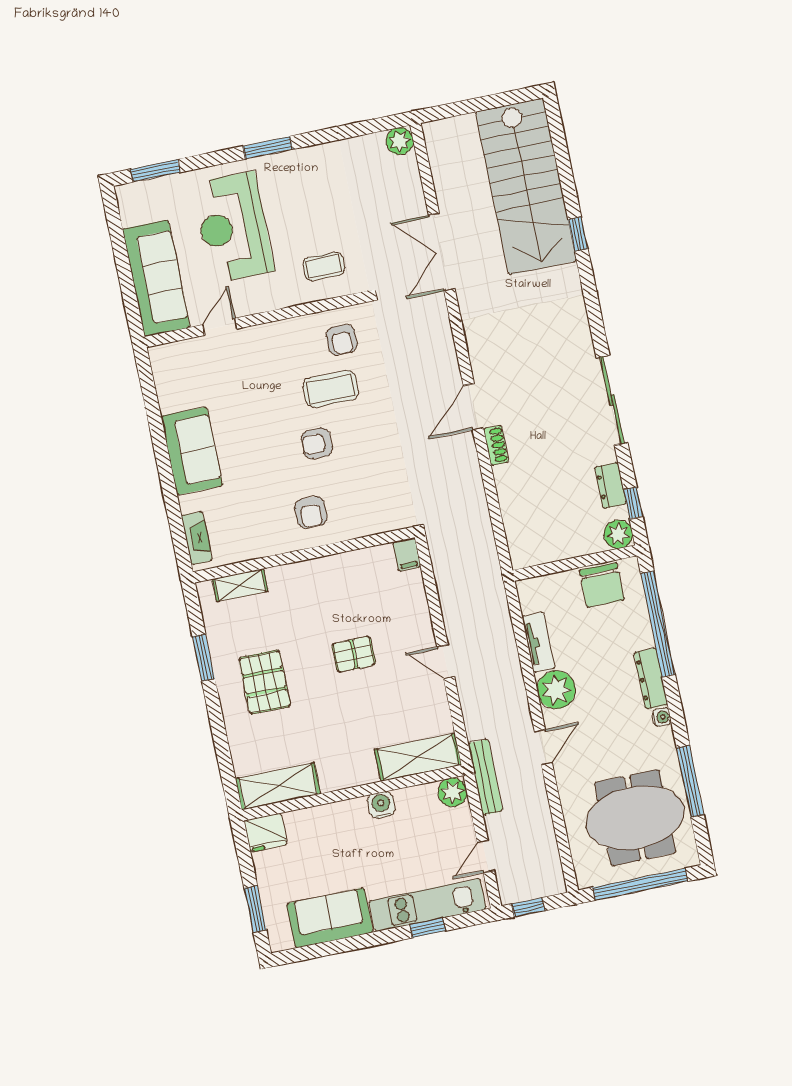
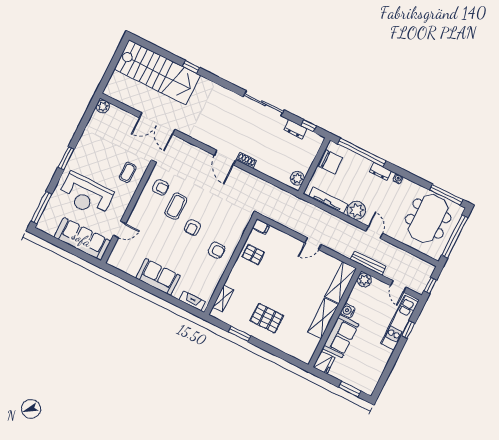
window: (155, 171) -> (41, 207), width x1.44
door: (220, 327) -> (119, 229), swing flipped
plant: (618, 534) -> (297, 178), moved
tv unit: (538, 642) -> (328, 200), width x1.41
pallet: (354, 654) -> (253, 254), moved, turned 90
dresser: (651, 678) -> (380, 171), width x0.70
window: (690, 781) -> (446, 195), moved
shelving: (278, 786) -> (323, 318), moved
sofa: (330, 918) -> (341, 336), moved, turned 180

